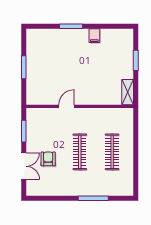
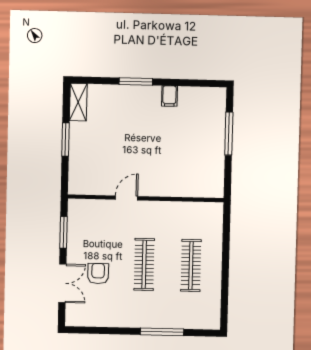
window: (136, 60) -> (229, 134), width x1.44
shelving: (128, 92) -> (78, 102), moved

